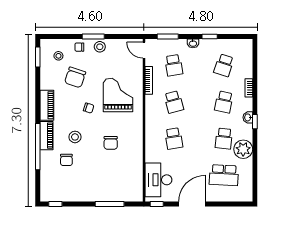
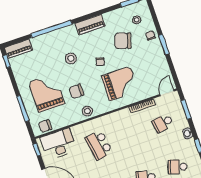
stool: (100, 47) -> (87, 111), moved
school desk: (174, 102) -> (131, 134), removed
piano: (47, 136) -> (18, 49), moved
school desk: (174, 139) -> (99, 145), width x1.85
chair: (66, 160) -> (45, 126), moved
grand piano: (102, 174) -> (47, 93), added

